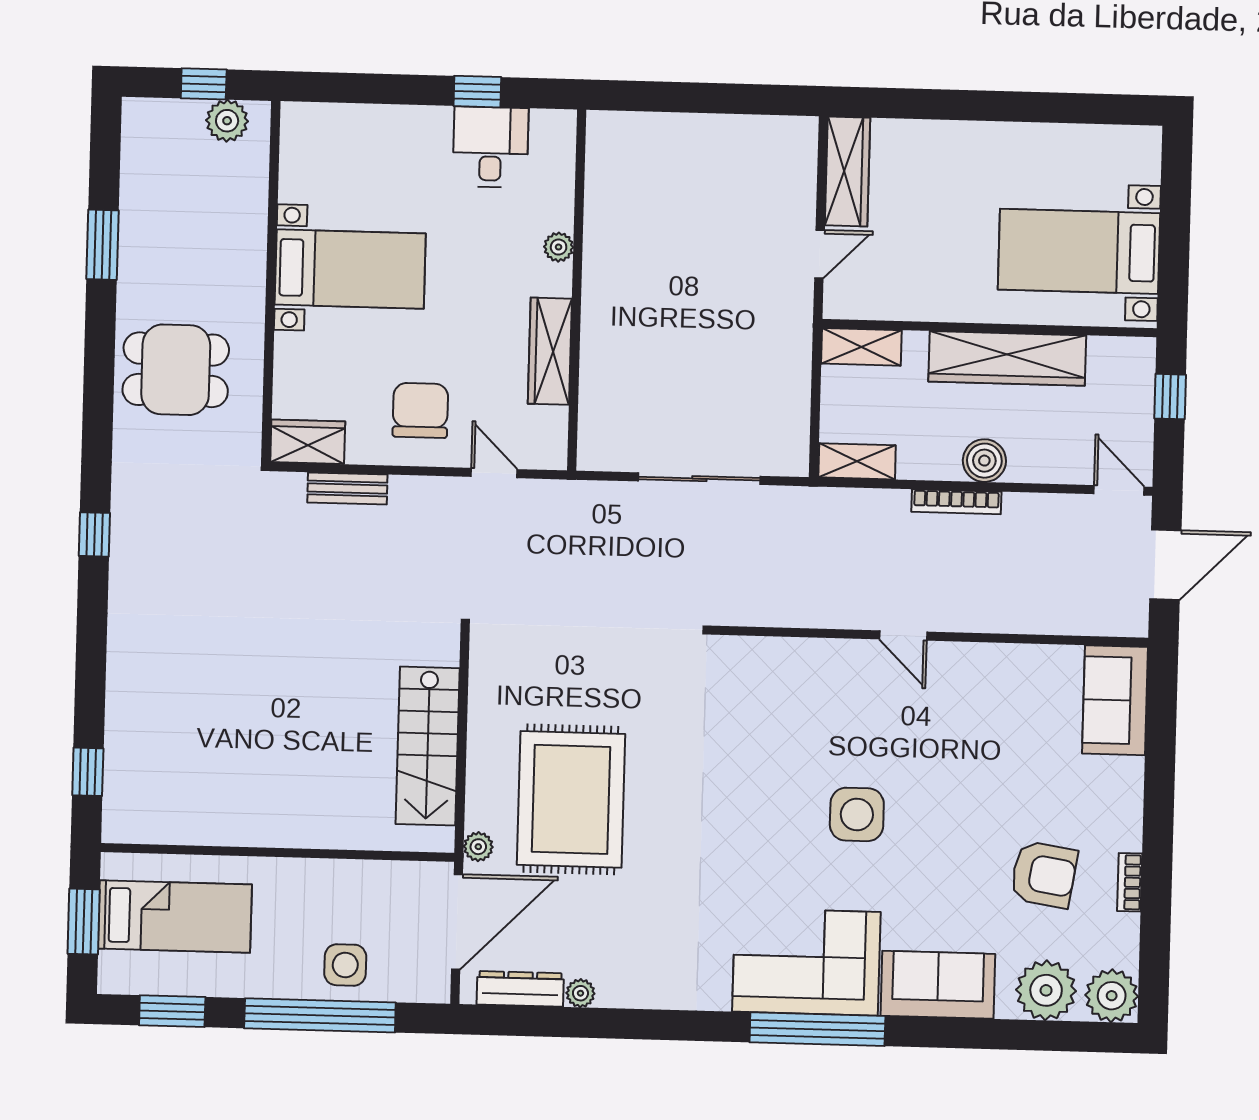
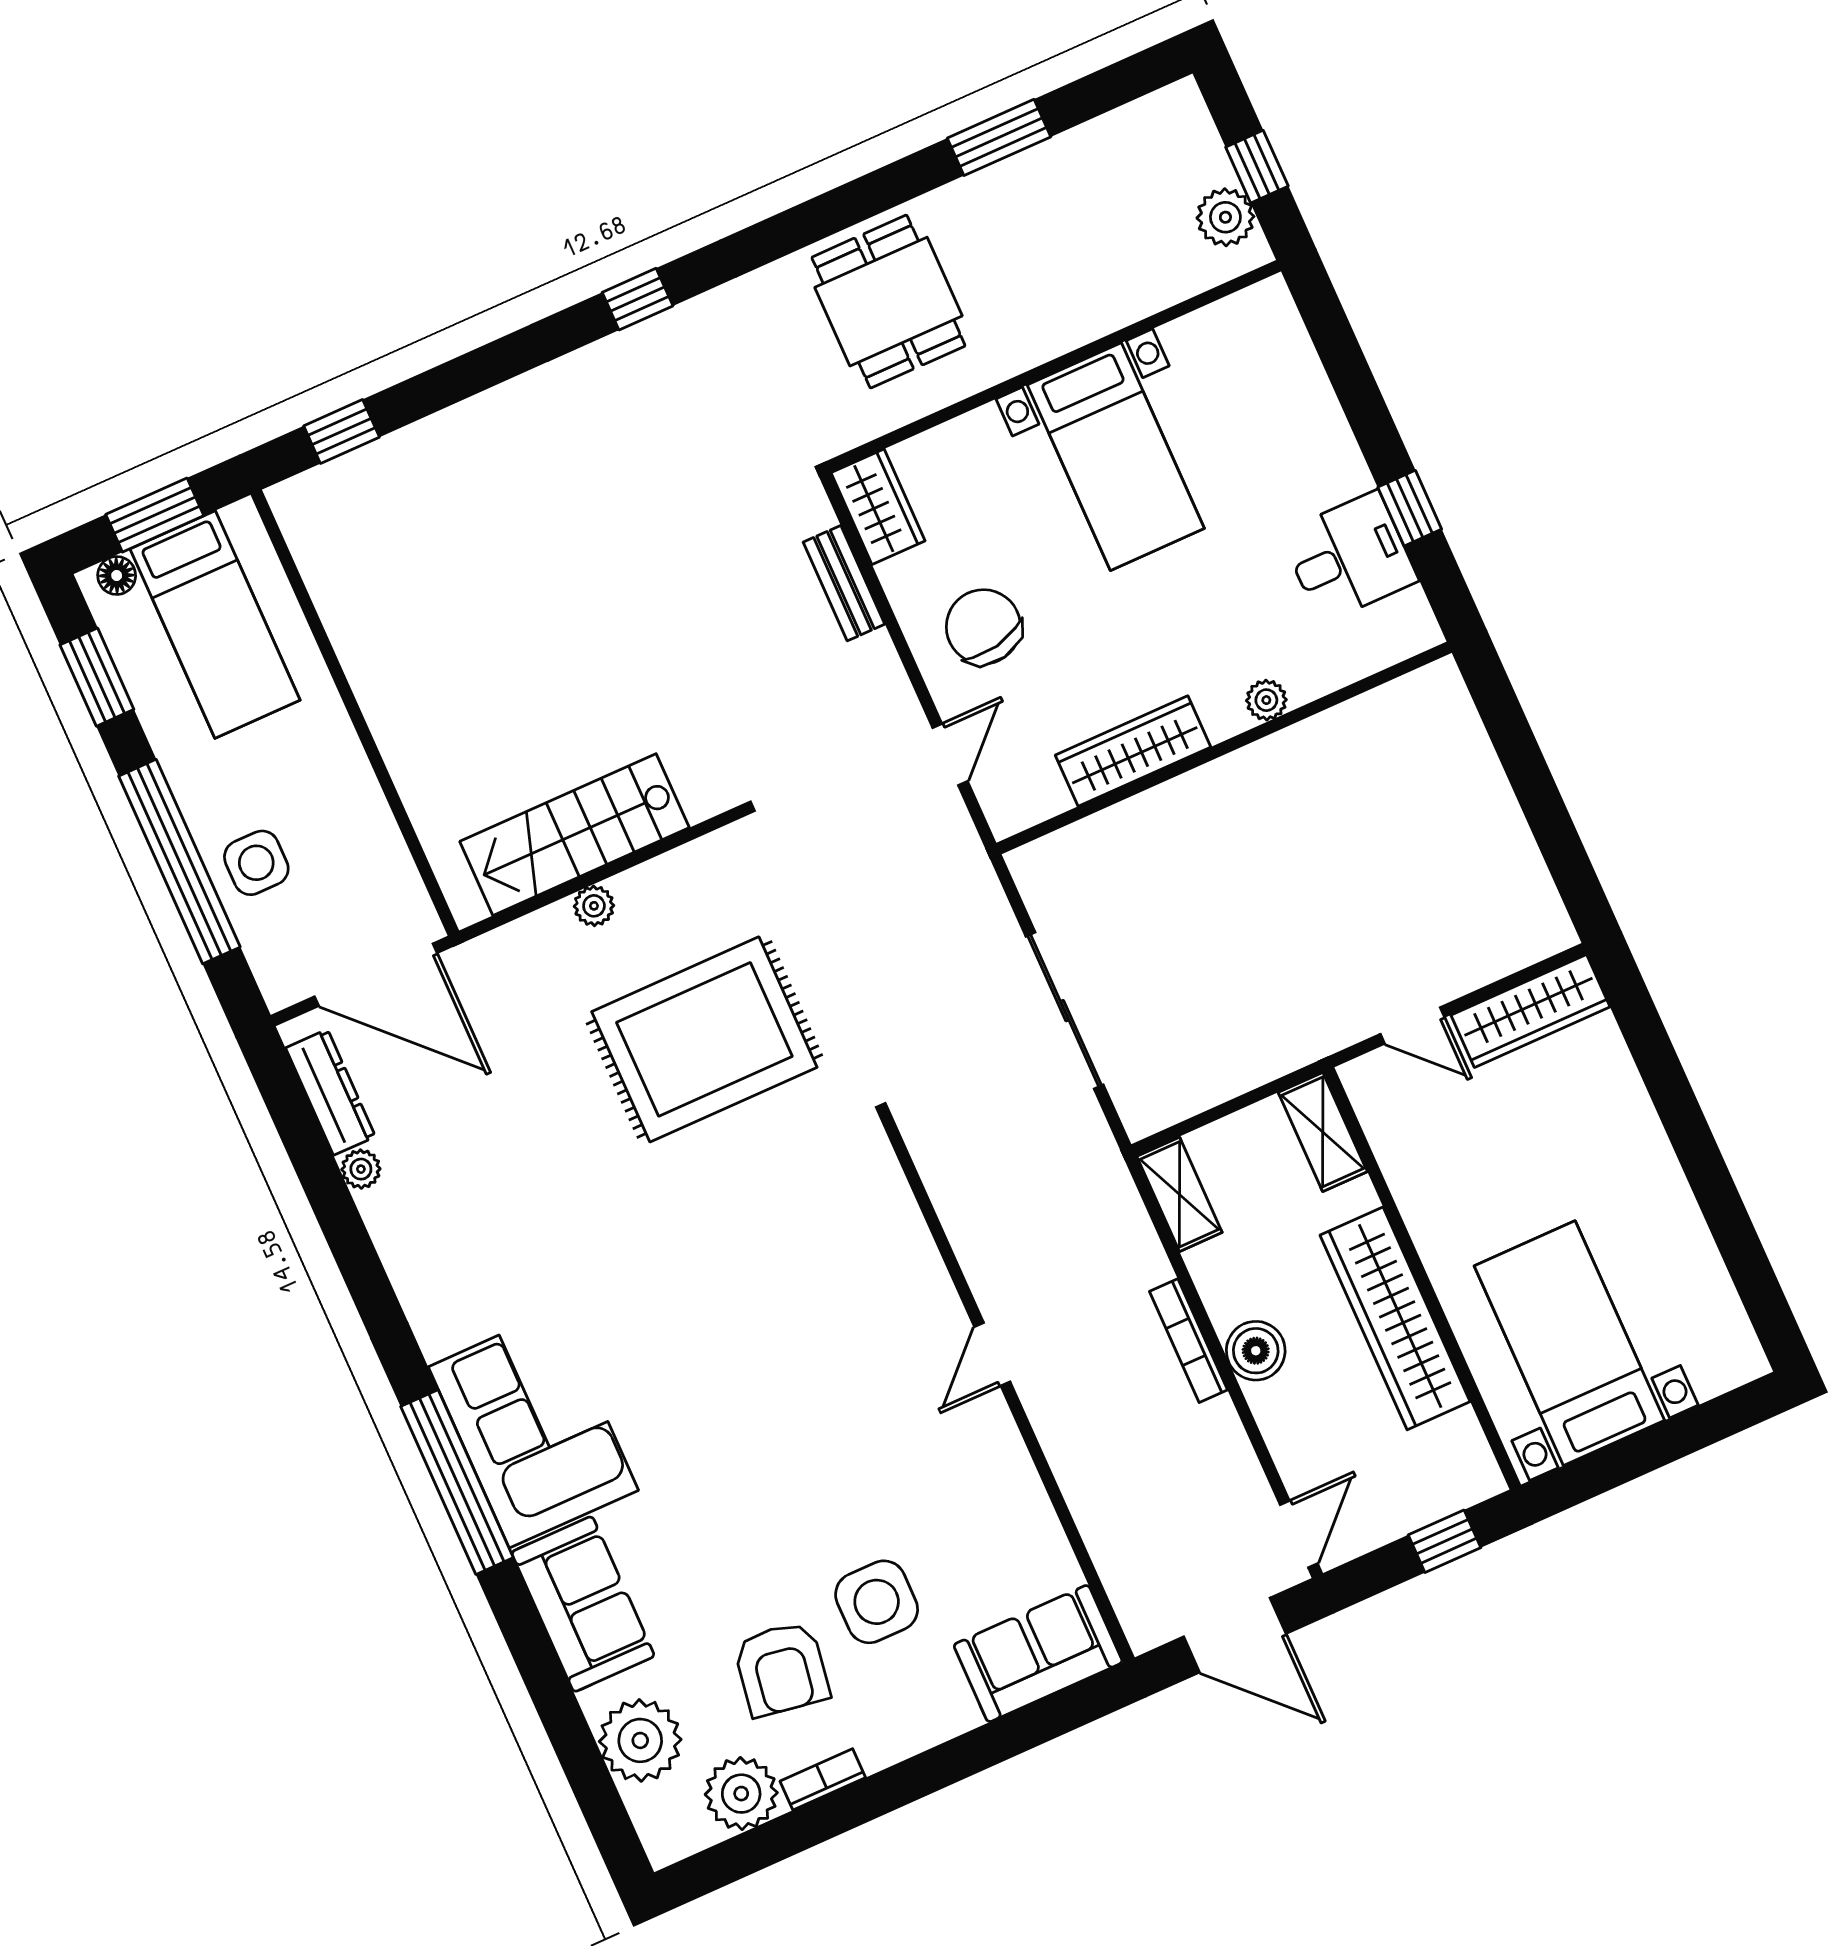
chair: (420, 410) -> (983, 627), turned -101
rug: (571, 799) -> (704, 1039), moved
side table: (857, 814) -> (877, 1602), moved
plant: (478, 847) -> (594, 906), moved
floor lamp: (111, 966) -> (117, 575), added
plant: (1112, 996) -> (741, 1794), moved

